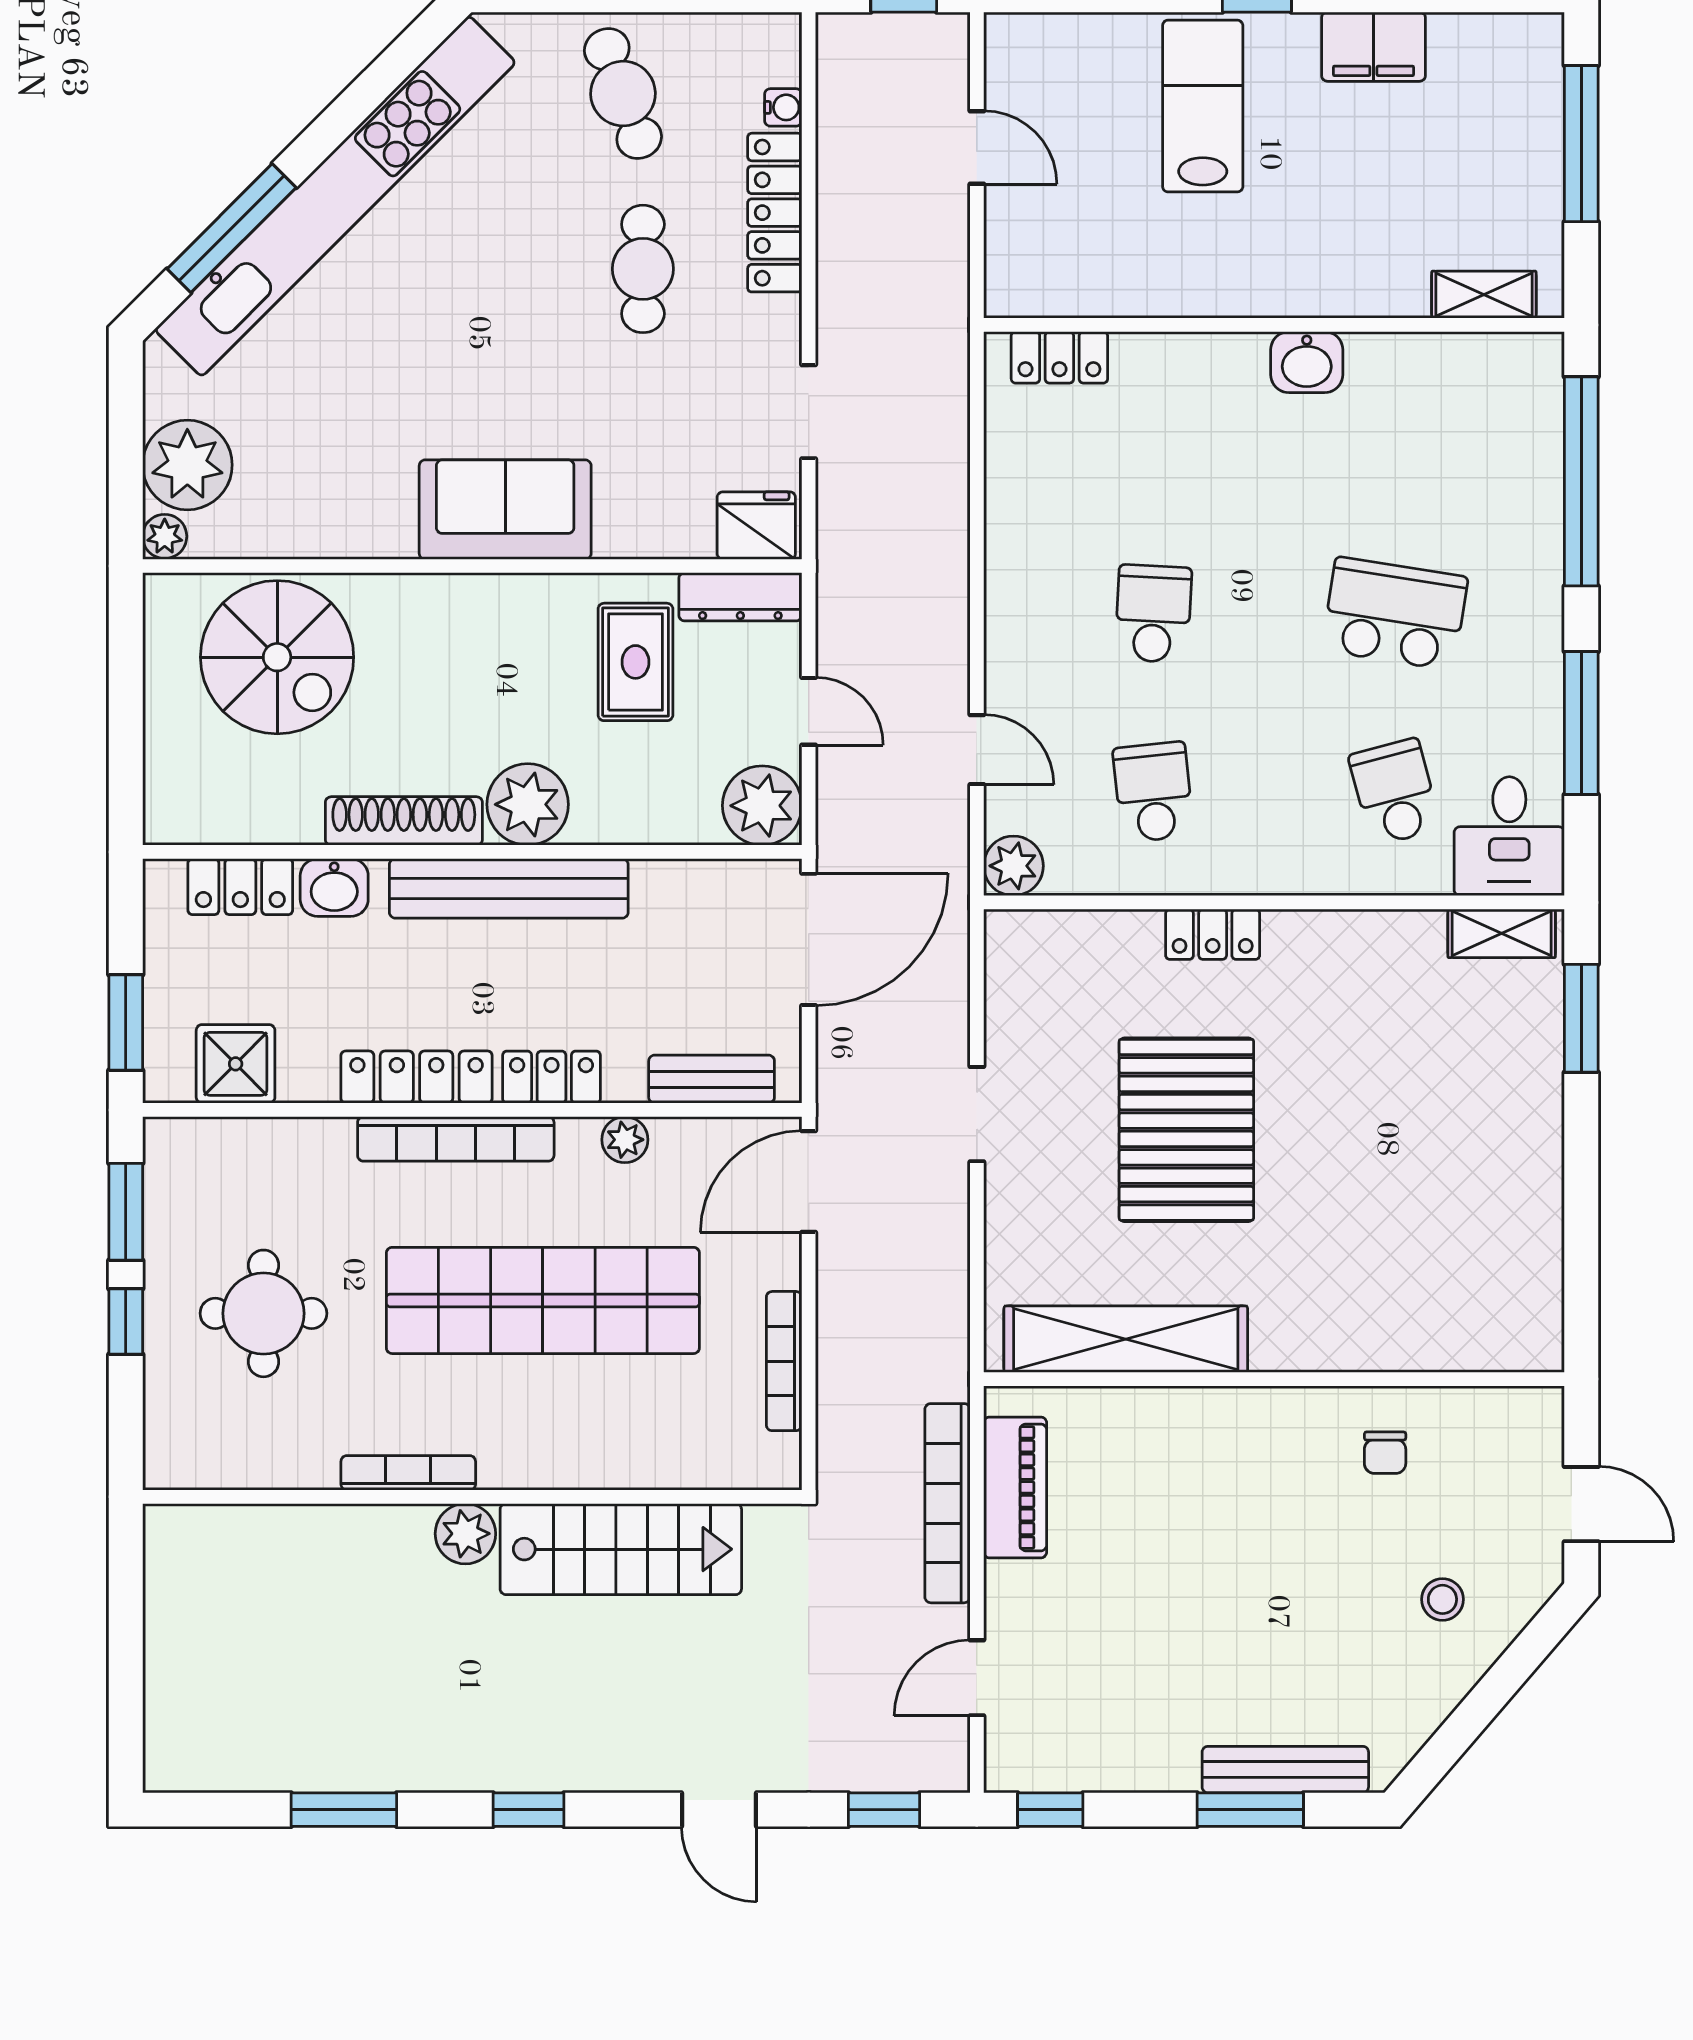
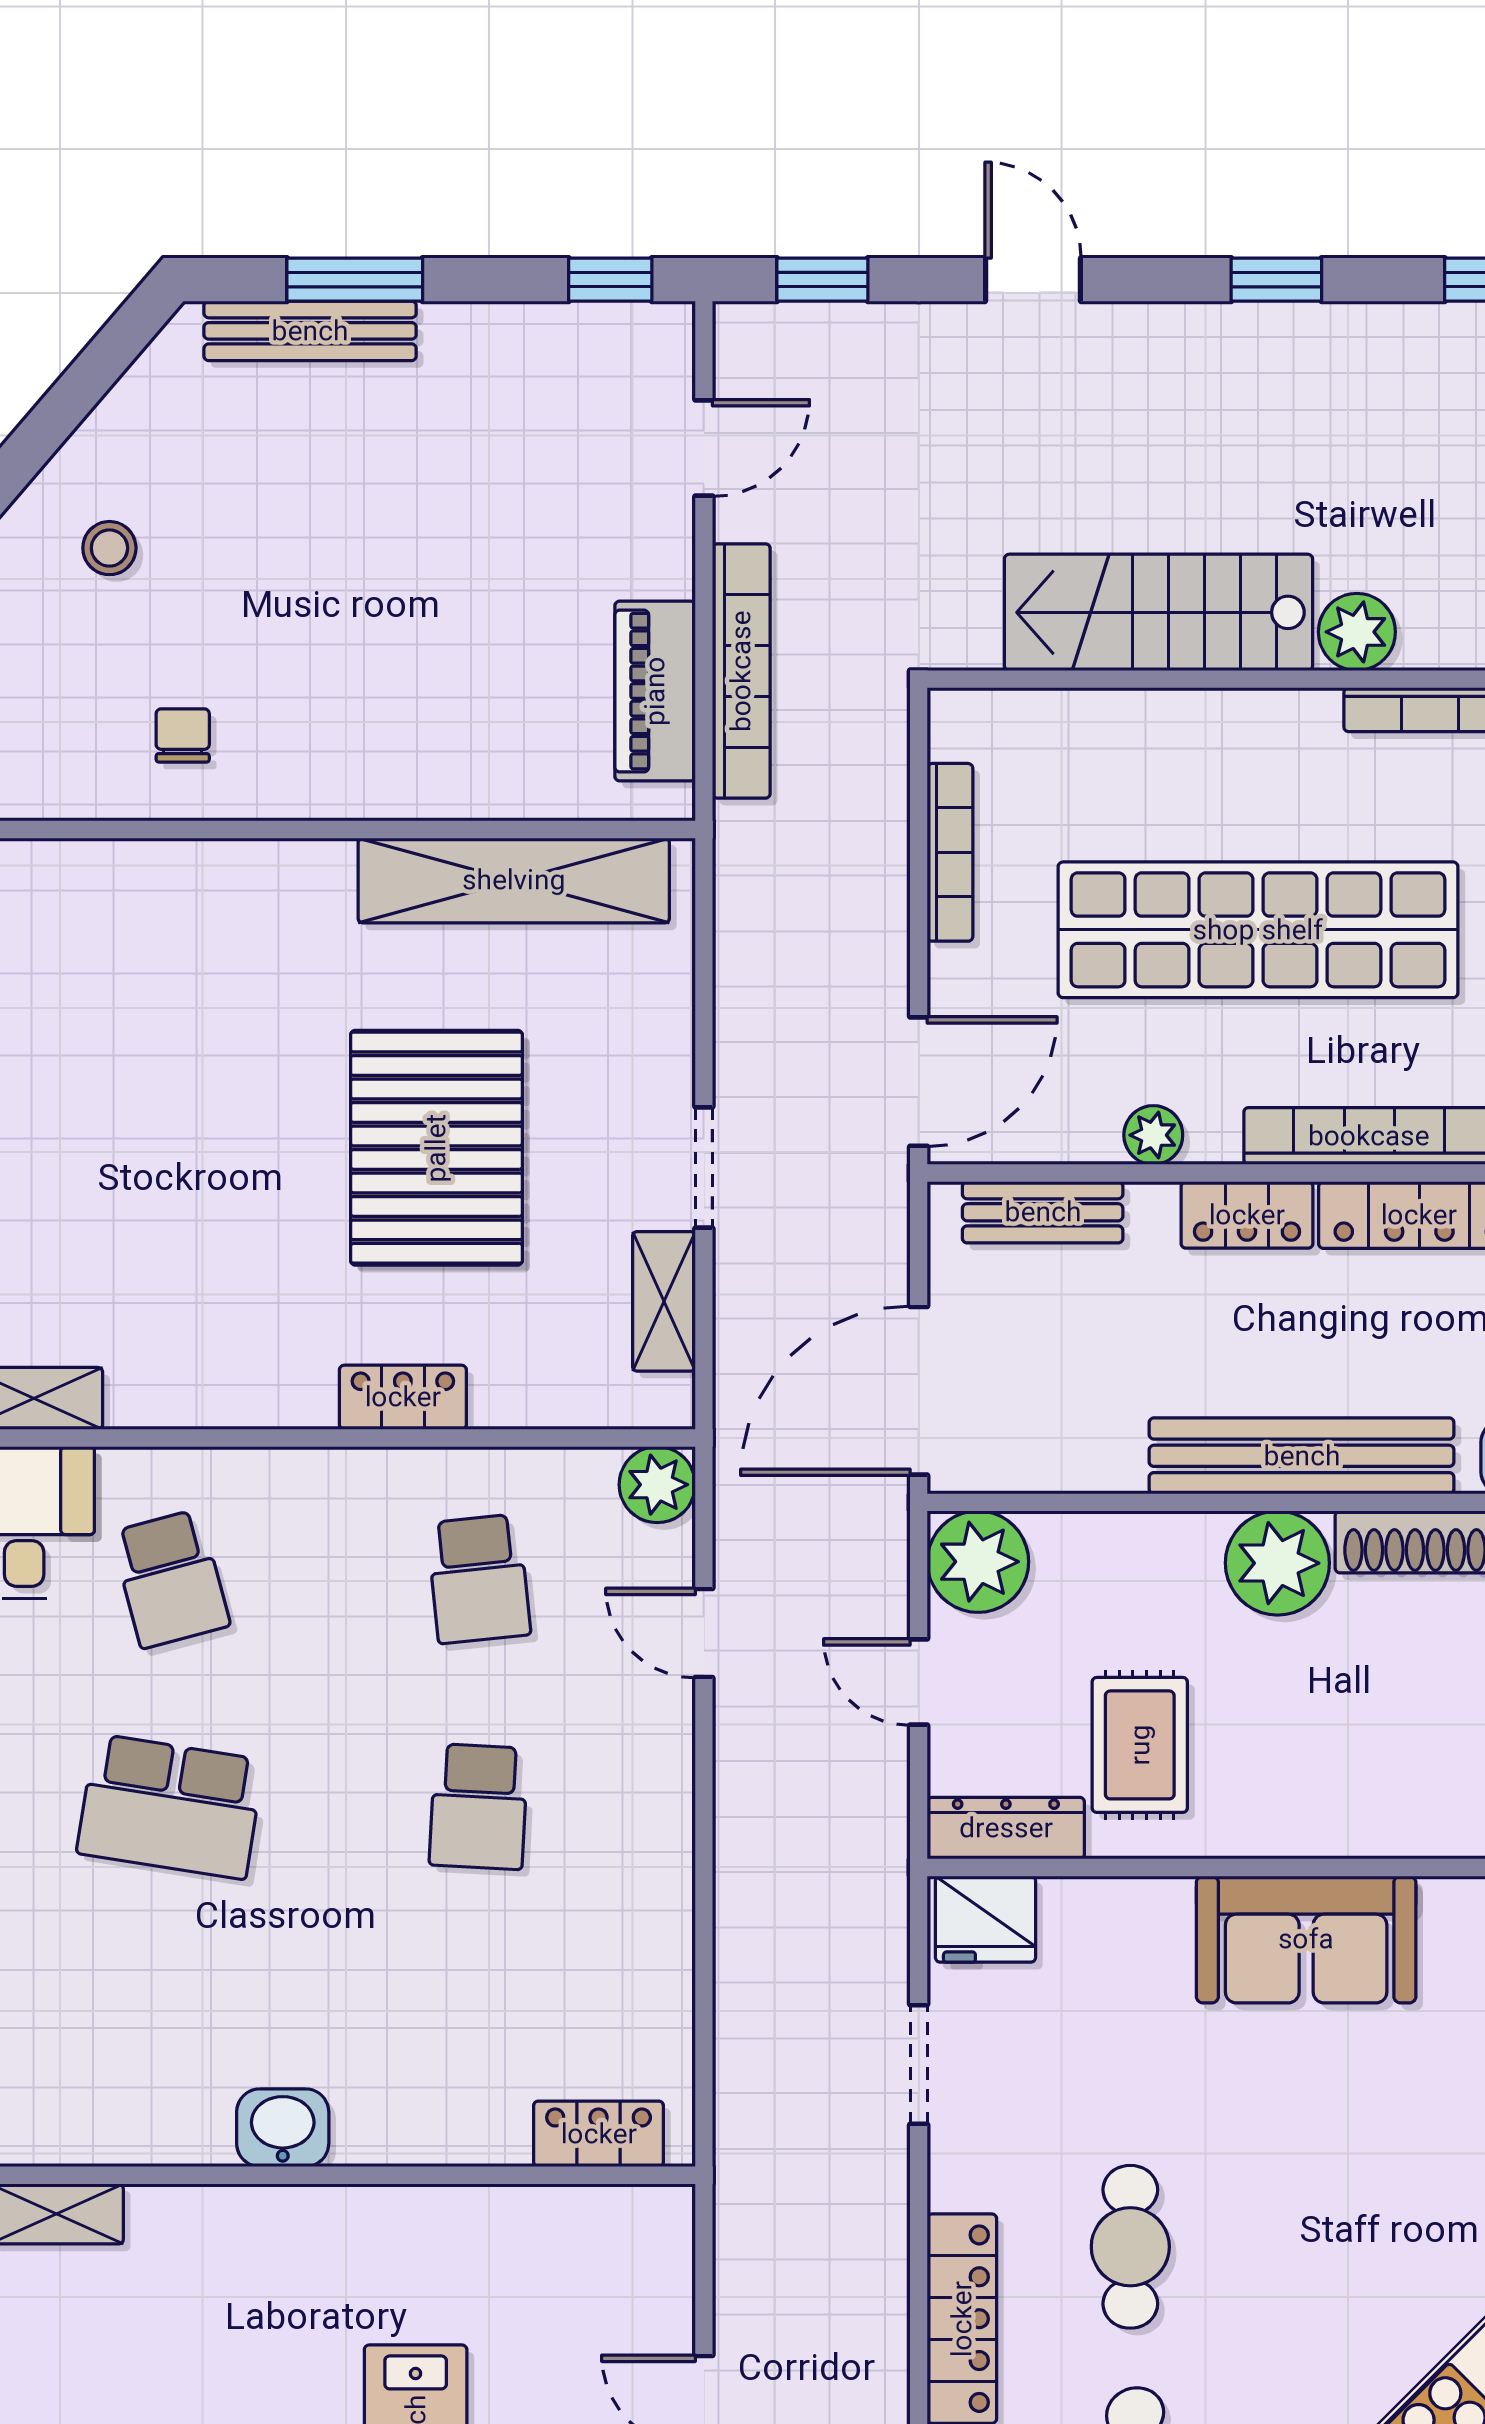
shelving: (1008, 1009) -> (664, 1301), added

